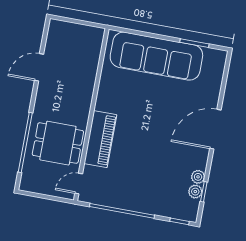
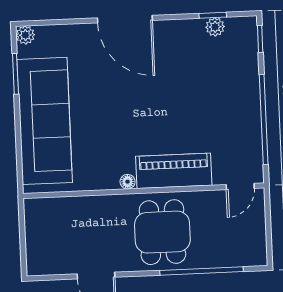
floor lamp: (100, 105) -> (128, 182), added
dining table: (58, 143) -> (162, 232), moved
plant: (198, 177) -> (25, 35), moved
door: (79, 184) -> (240, 186), hinge flipped

